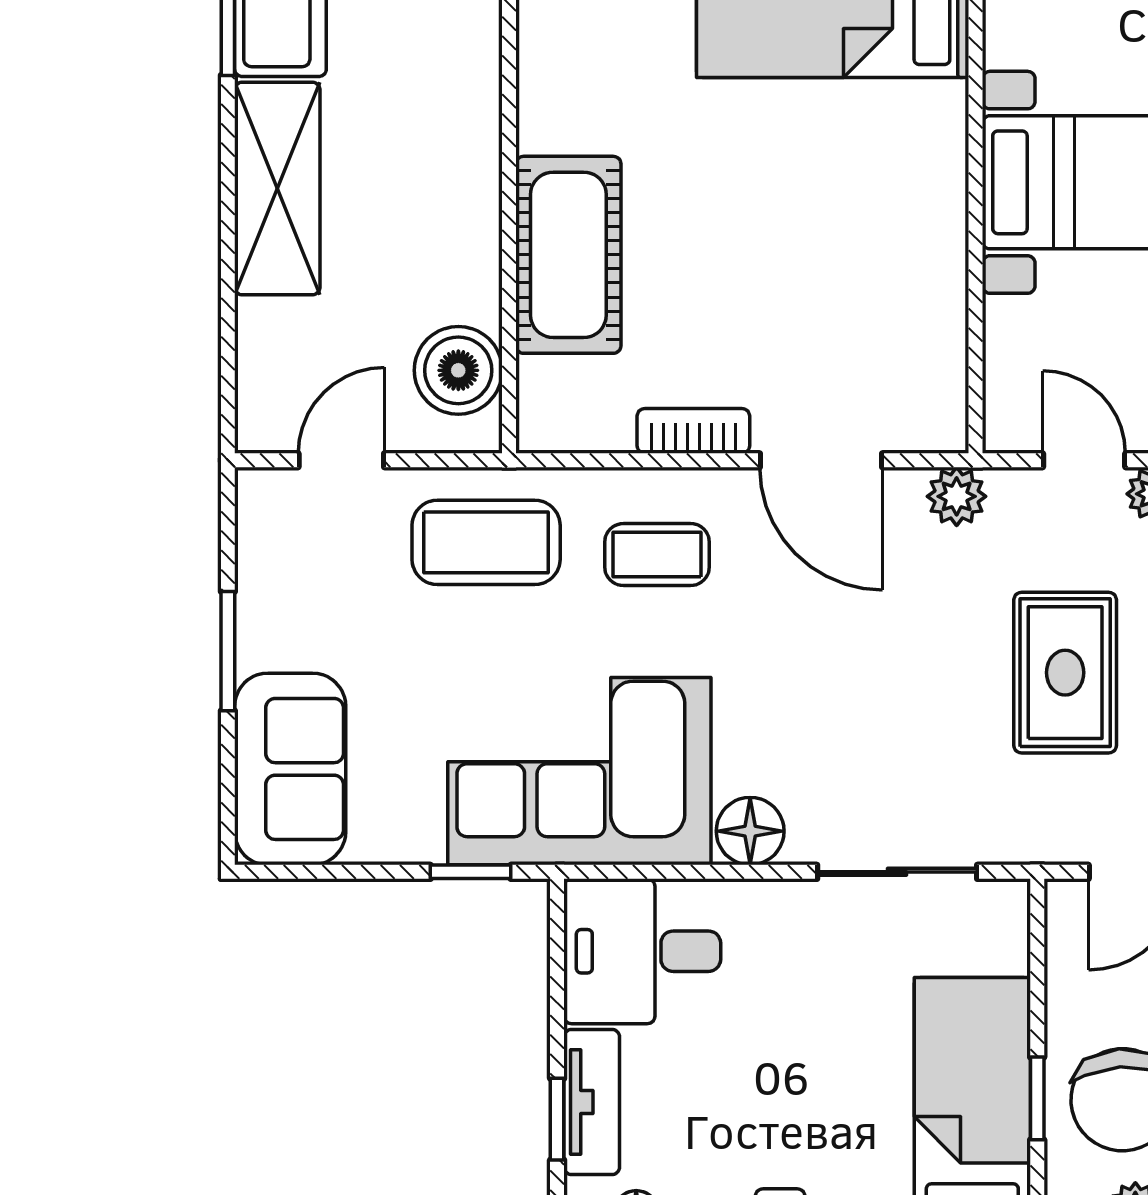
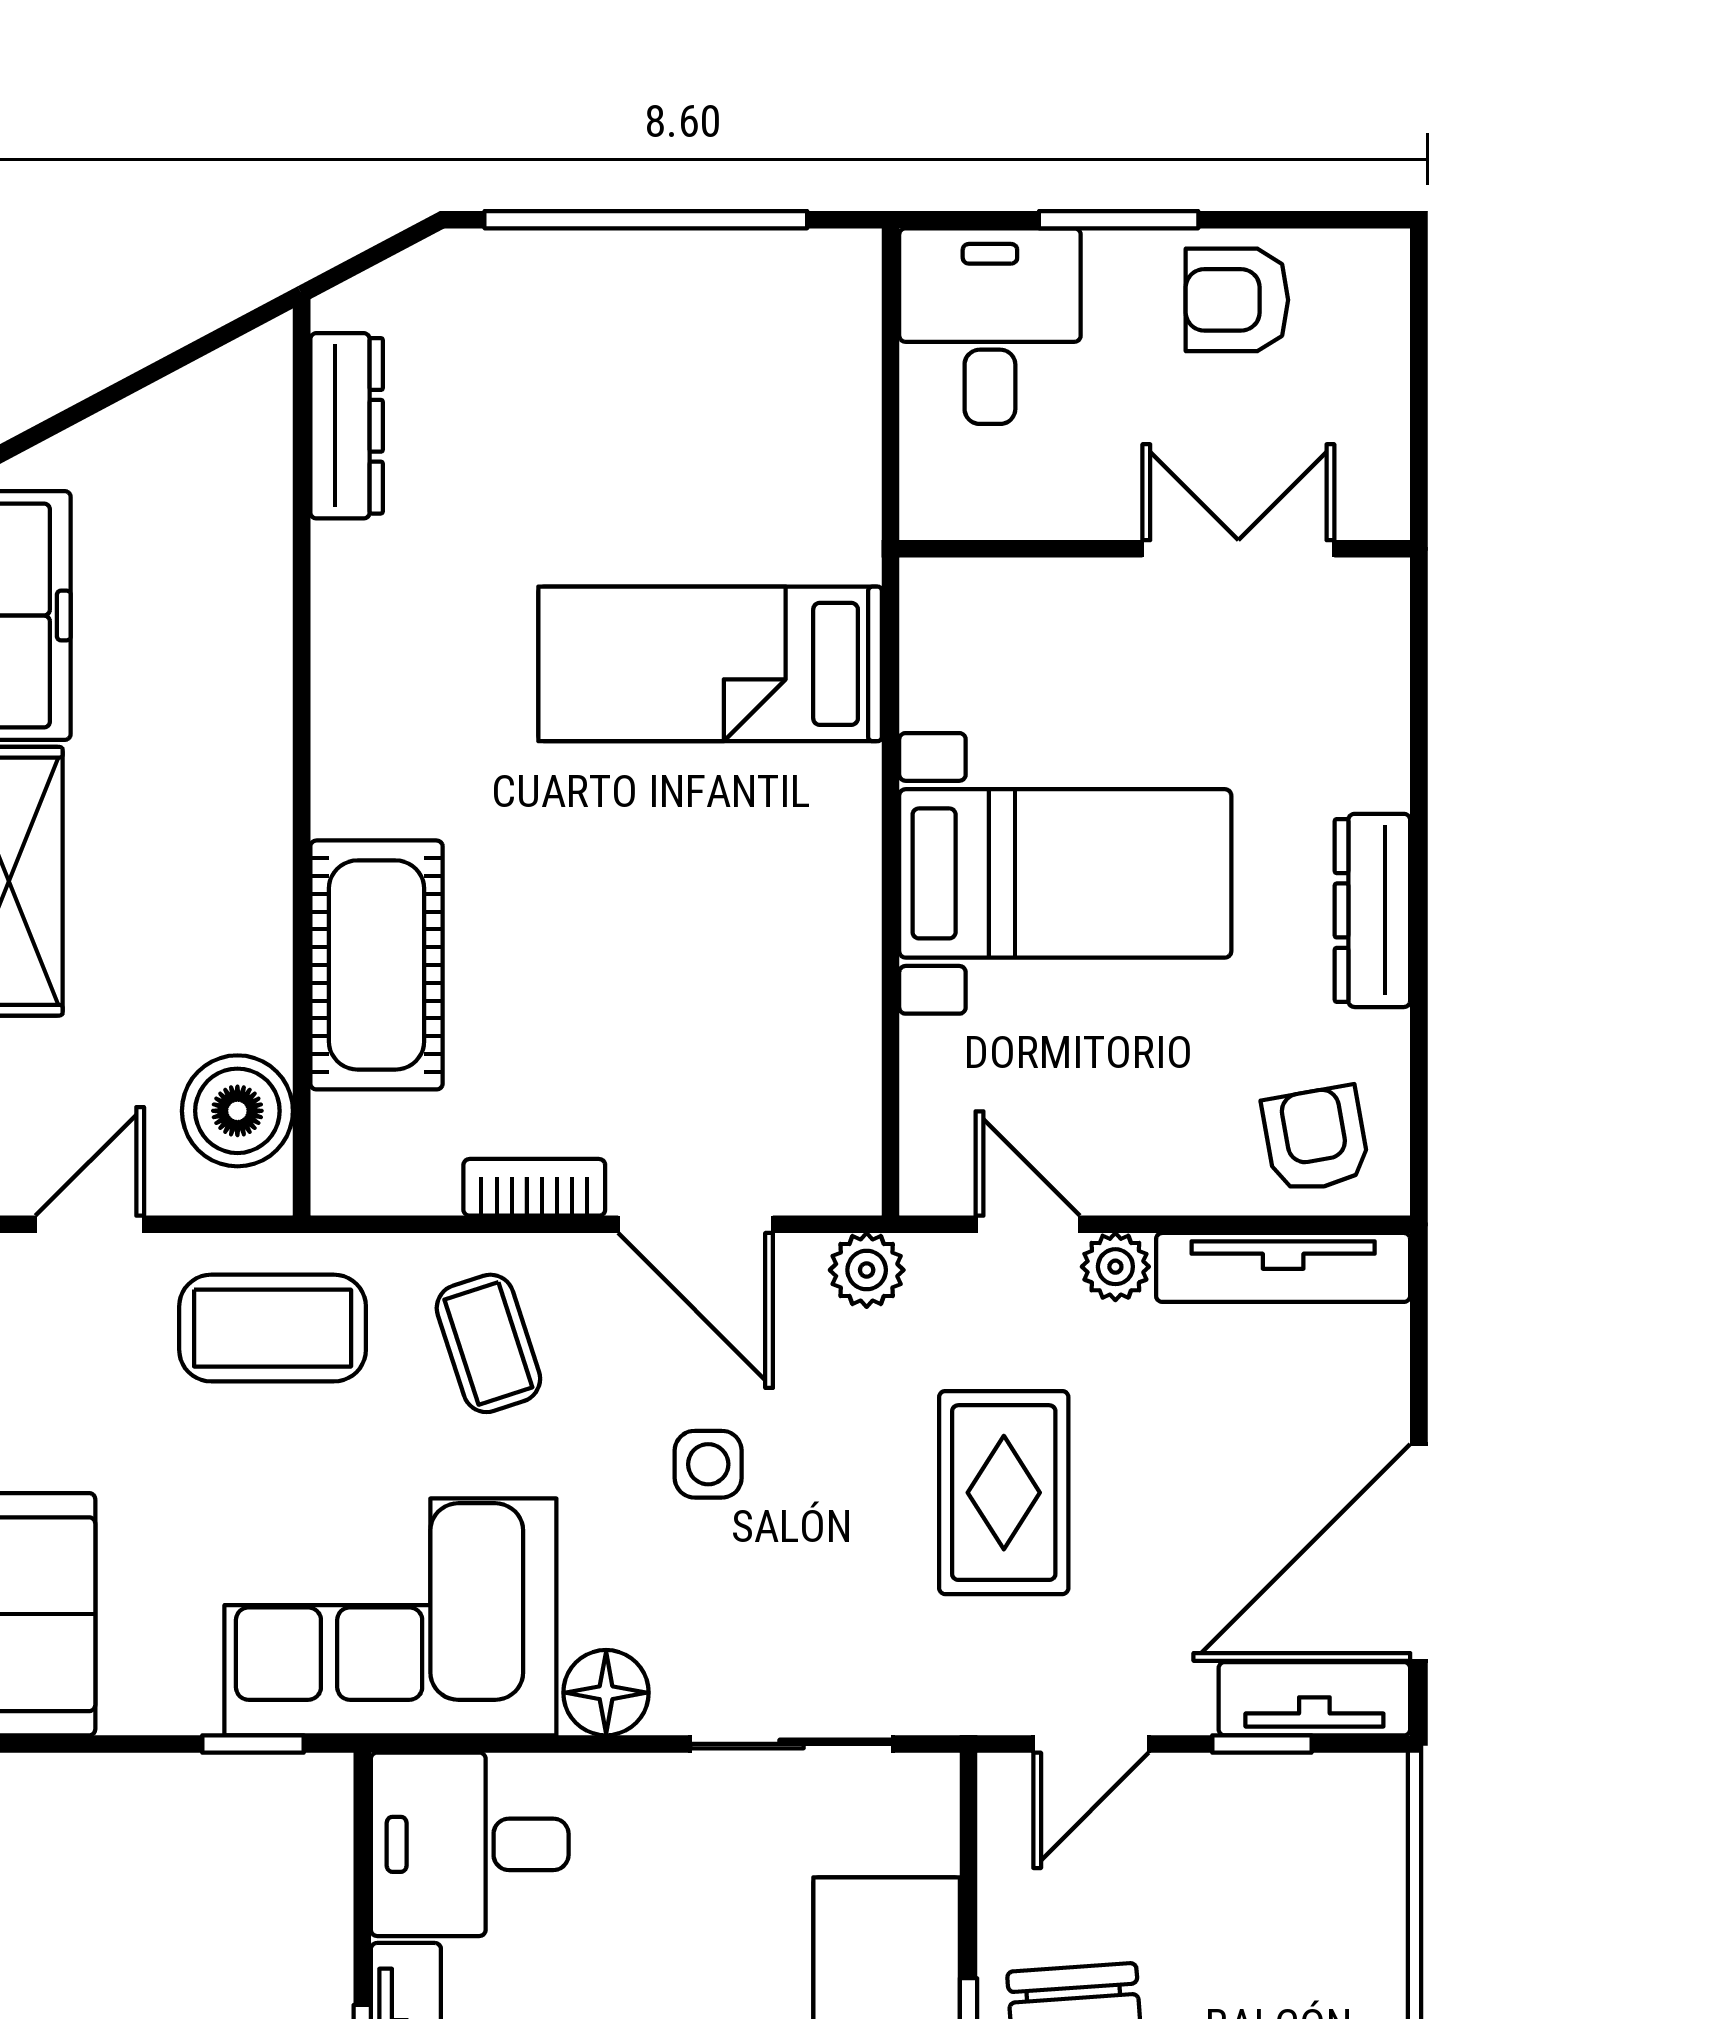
coffee table: (657, 555) -> (488, 1343), turned 72
side table: (831, 650) -> (708, 1464), added

